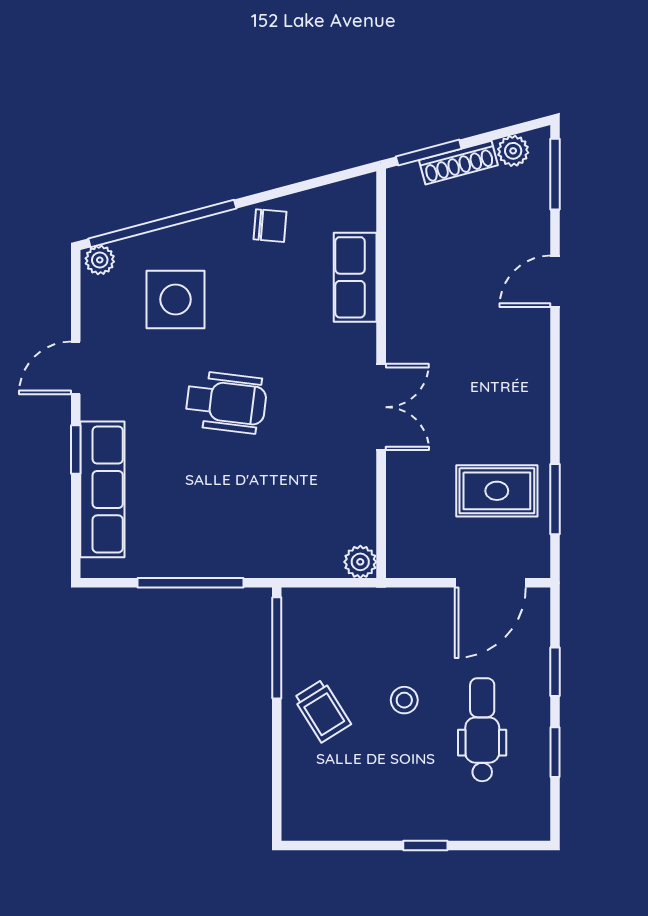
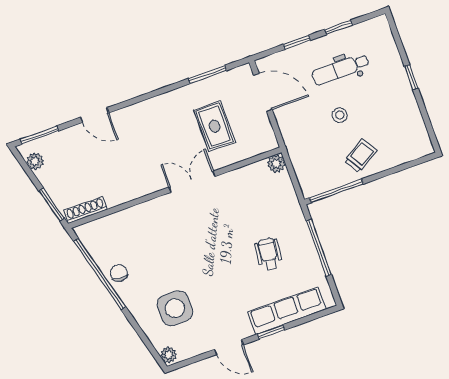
shoe rack: (458, 163) -> (86, 210), moved, turned -75
window: (162, 223) -> (100, 274), moved
row of seats: (355, 277) -> (130, 219), removed
wheelchair: (226, 402) -> (269, 254), moved, width x0.73, depth x0.73
rug: (497, 491) -> (215, 126), moved

